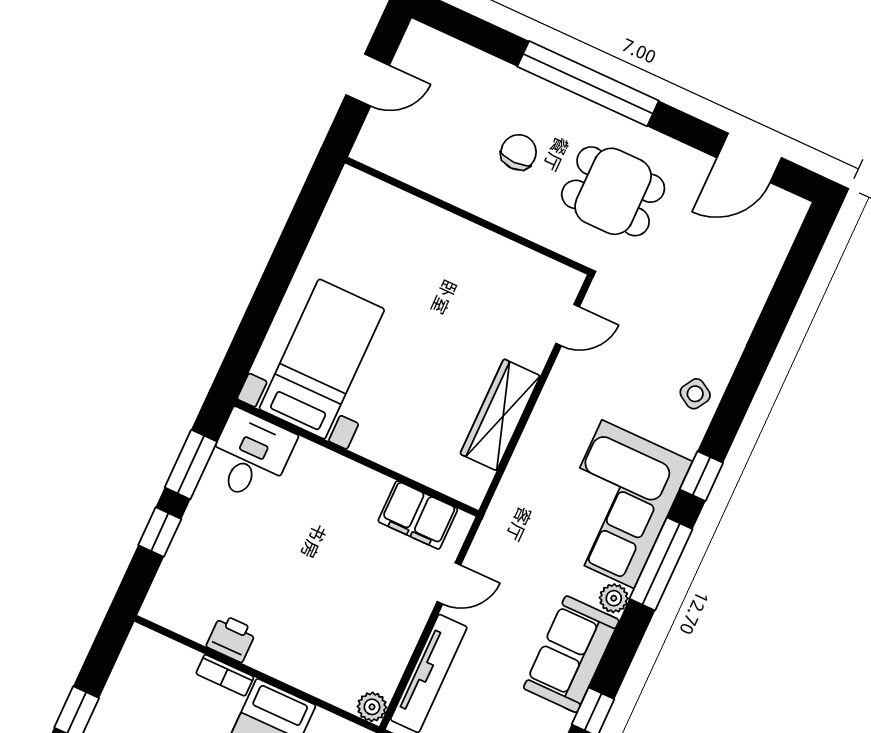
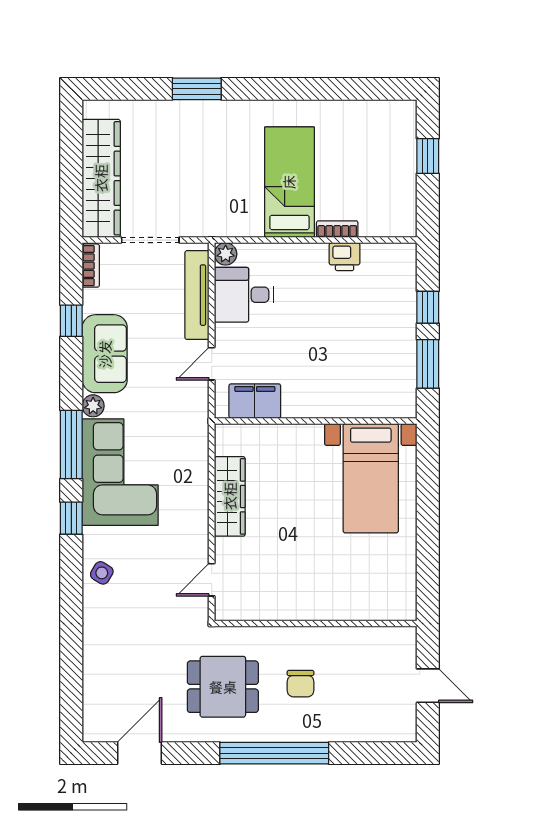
door: (368, 80) -> (428, 686), swing flipped
desk: (250, 456) -> (244, 295), moved, turned 90

